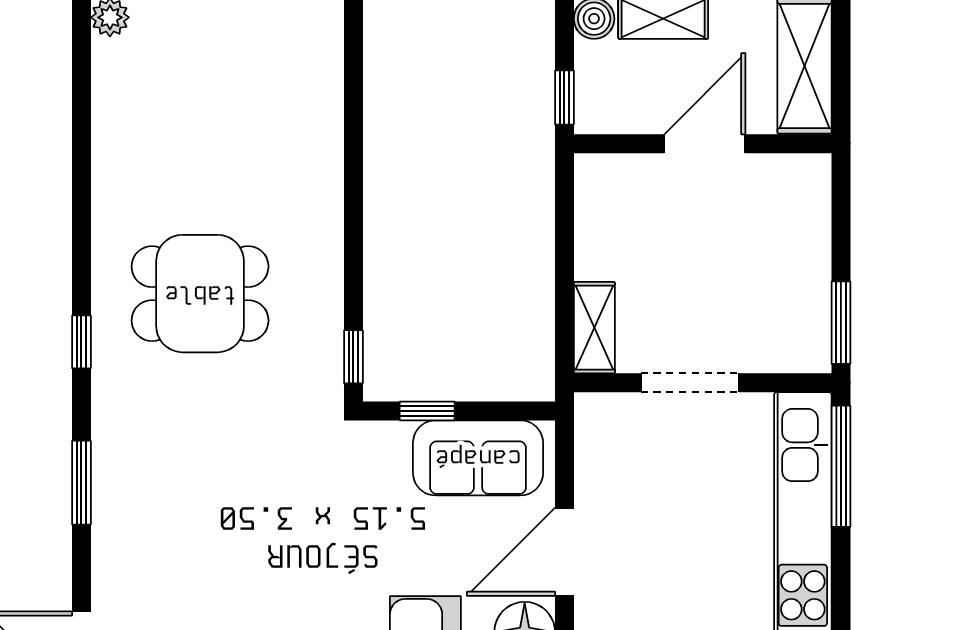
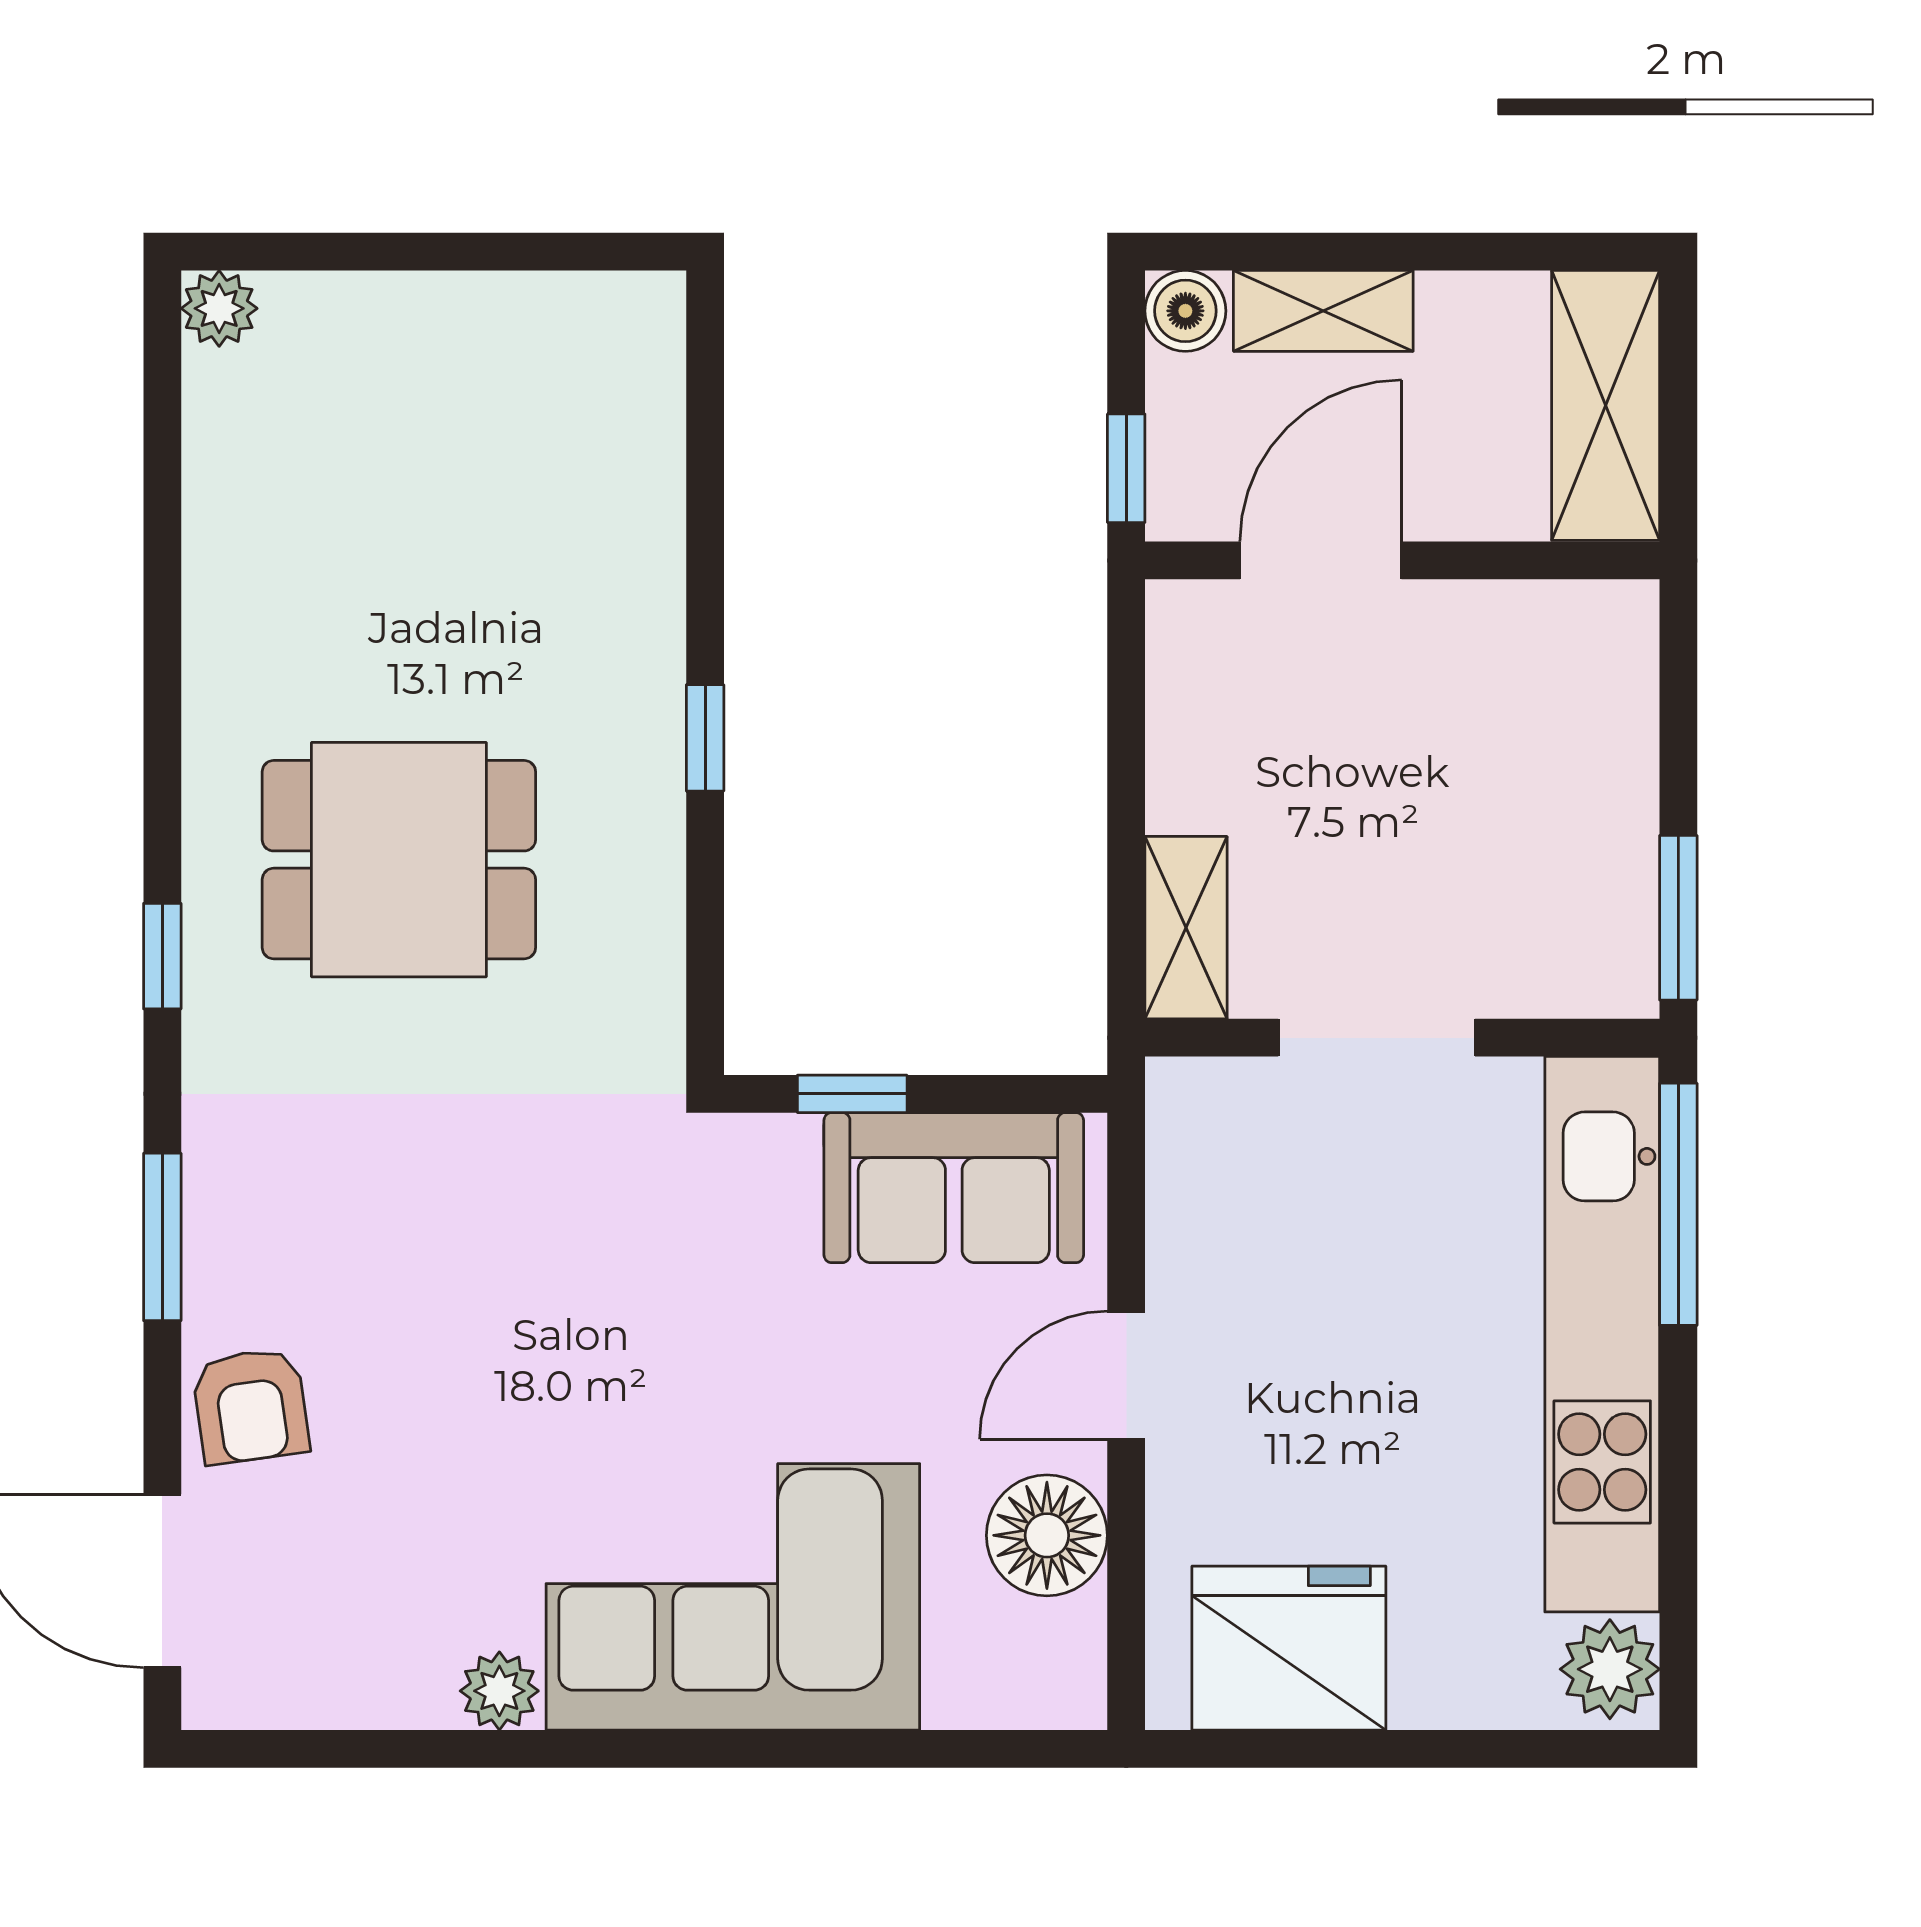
door: (705, 144) -> (1321, 560), moved
window: (353, 357) -> (705, 738), moved
door: (564, 552) -> (1126, 1375), width x0.73
armchair: (126, 567) -> (251, 1406), added

